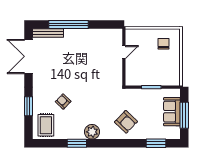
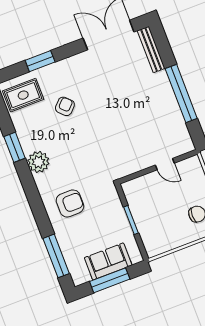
window: (68, 25) -> (181, 94), moved
armchair: (126, 122) -> (70, 203), turned -134
window: (156, 143) -> (56, 256), width x1.44

